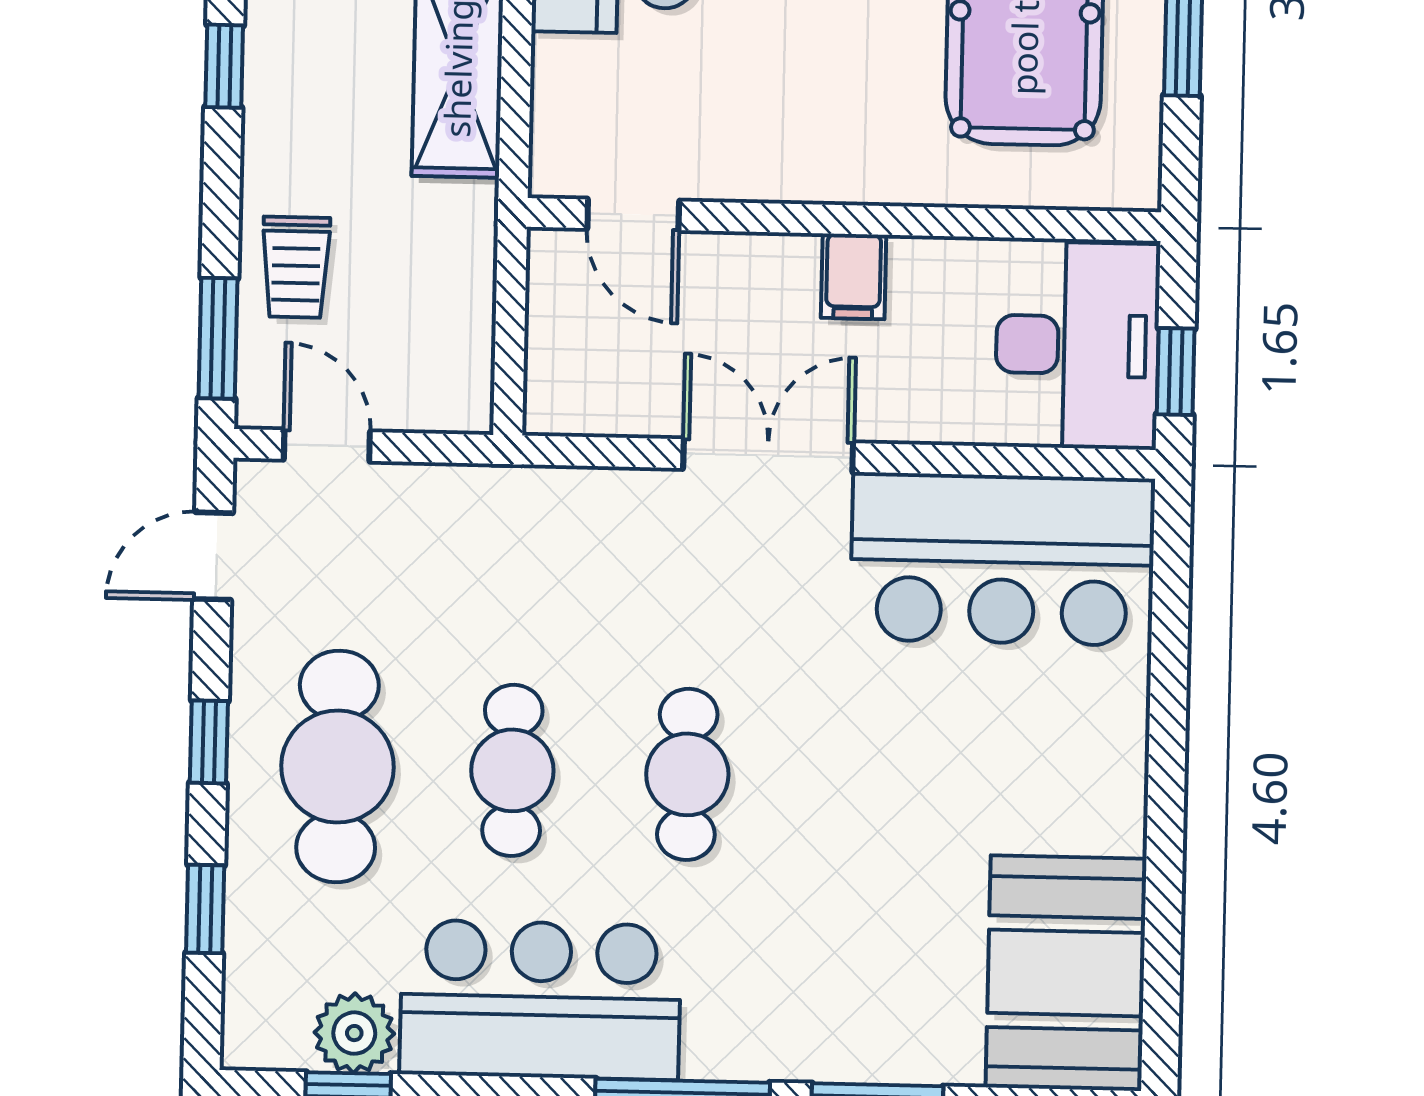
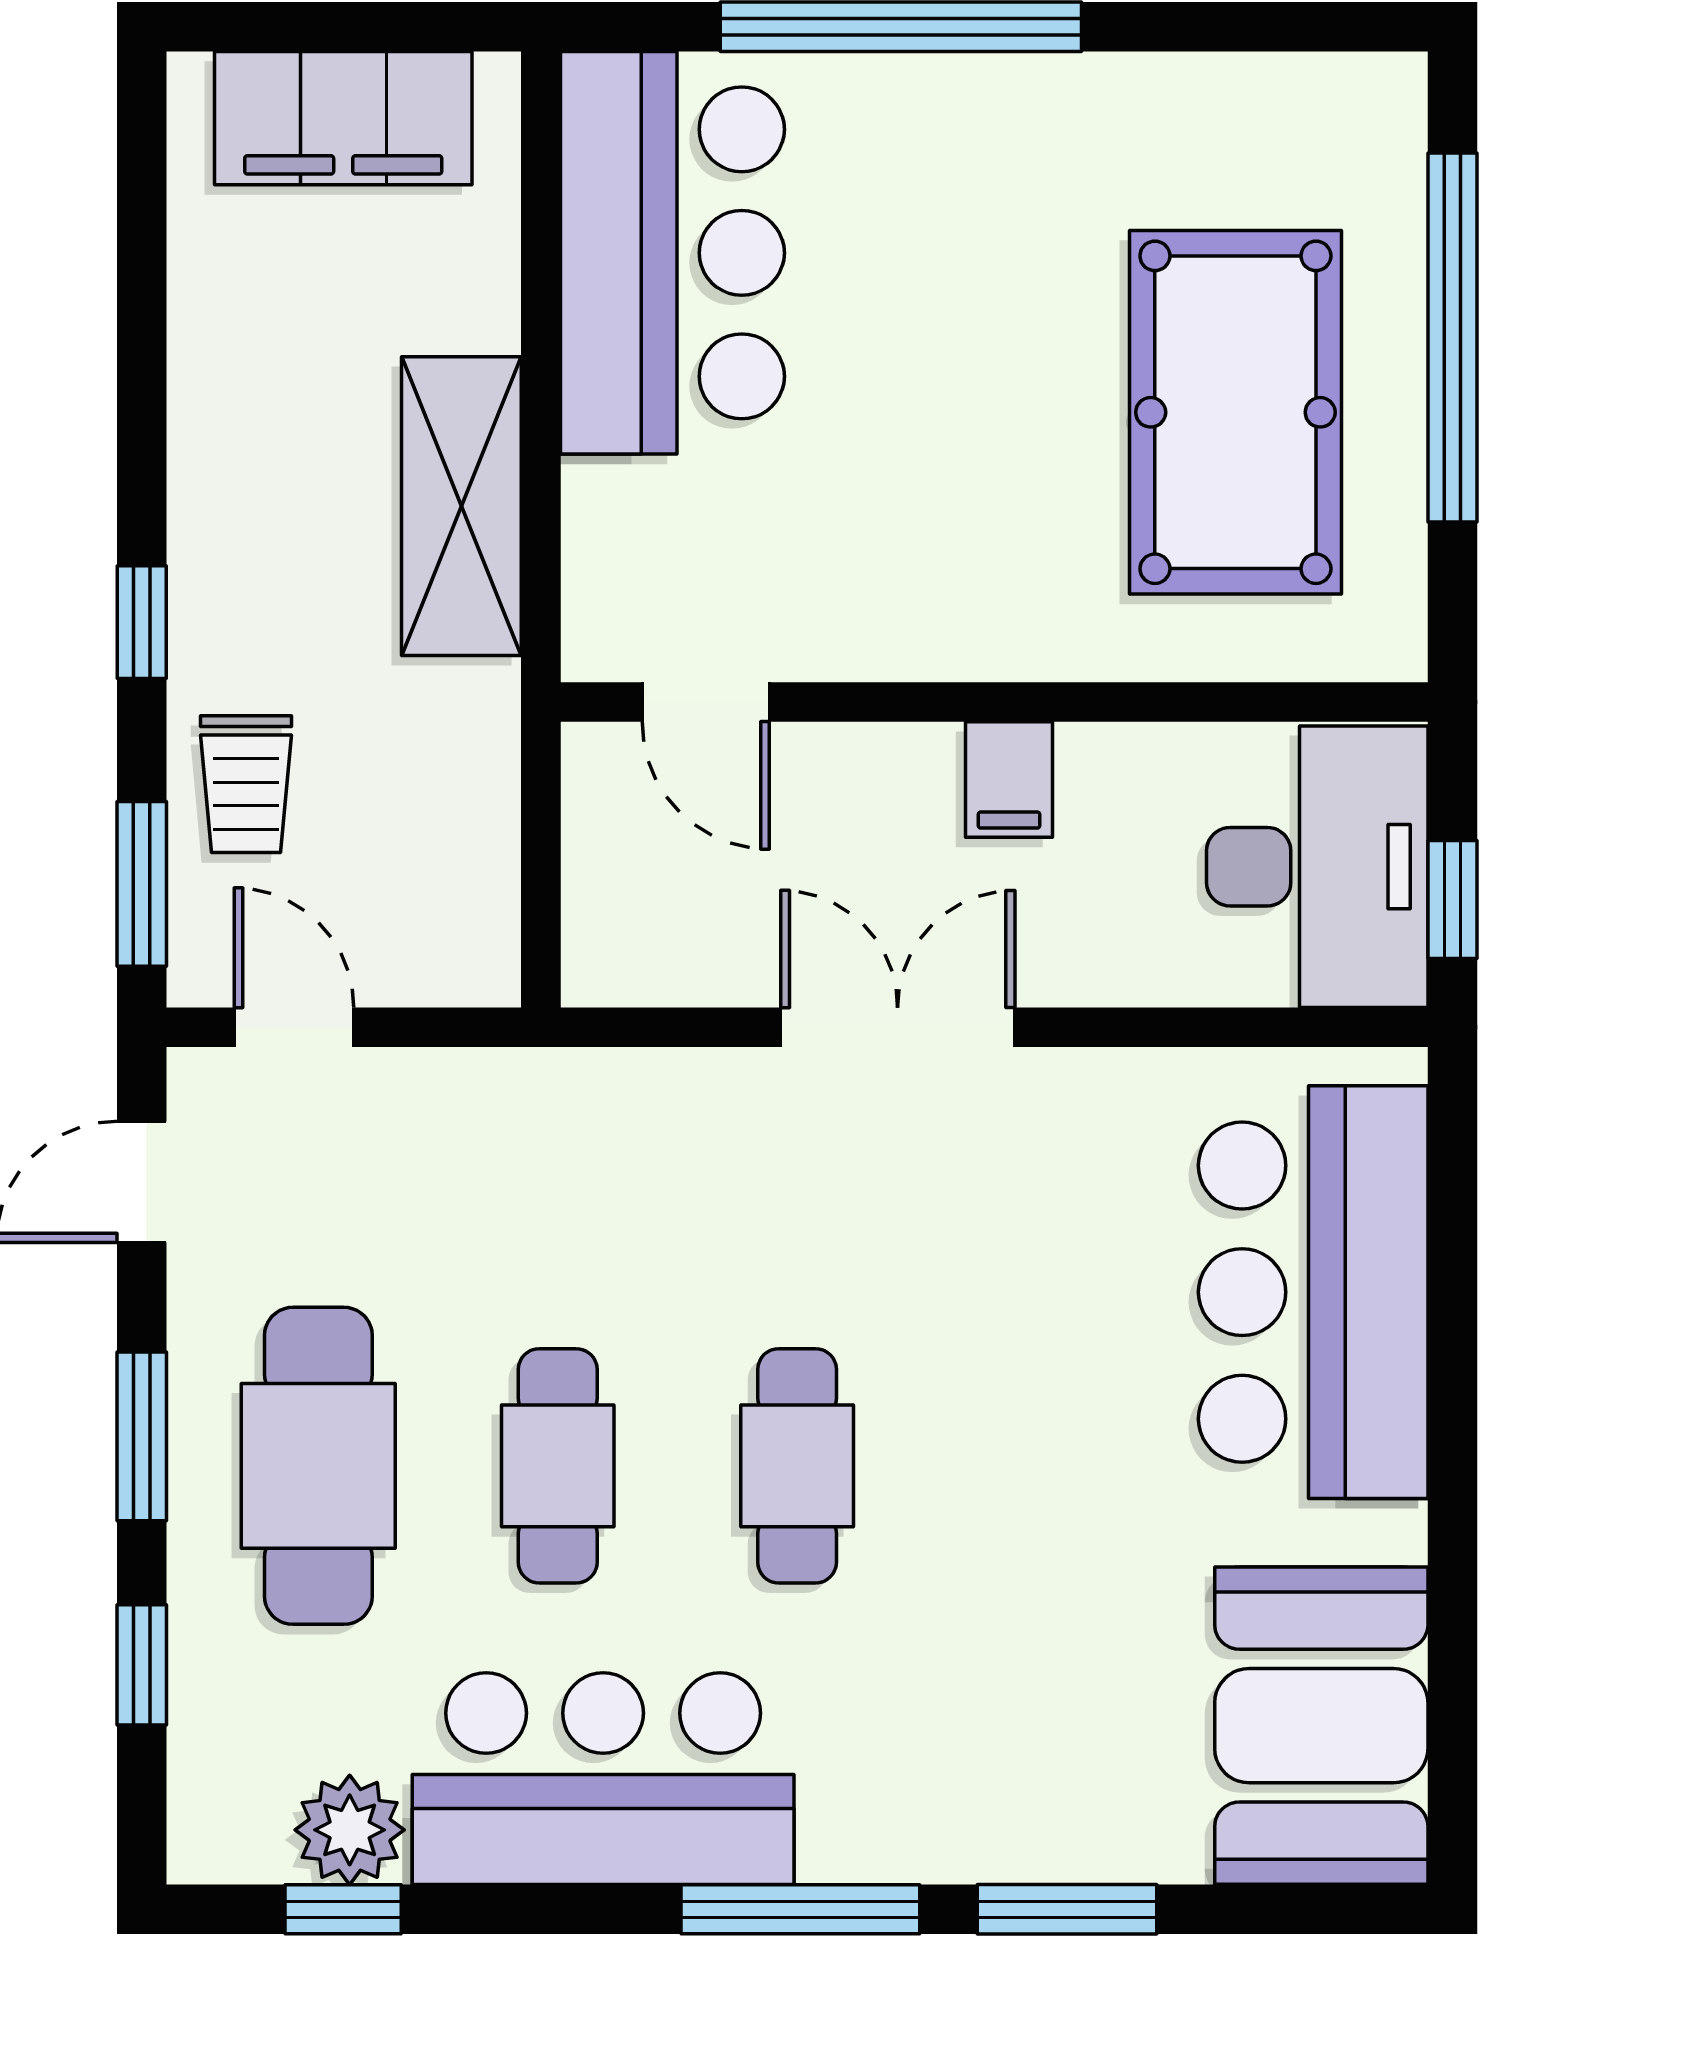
window: (224, 66) -> (142, 622), moved
bar counter: (1002, 559) -> (1313, 1292), moved, turned 90
window: (209, 742) -> (142, 1436), width x1.50

